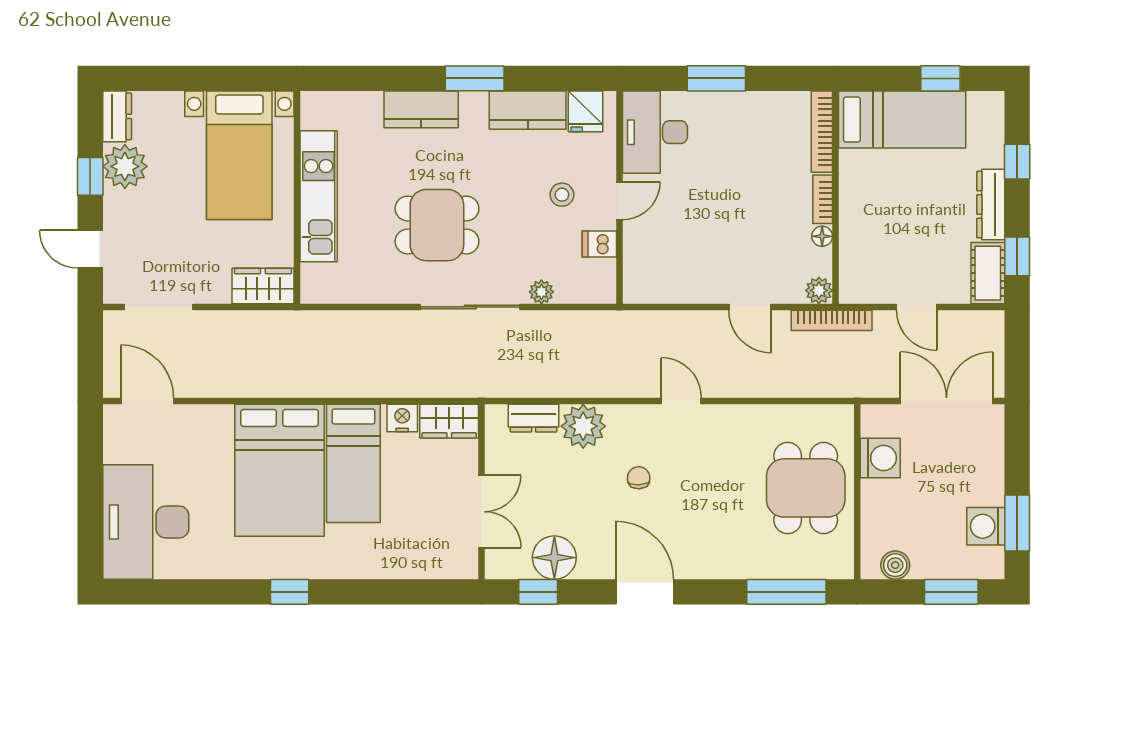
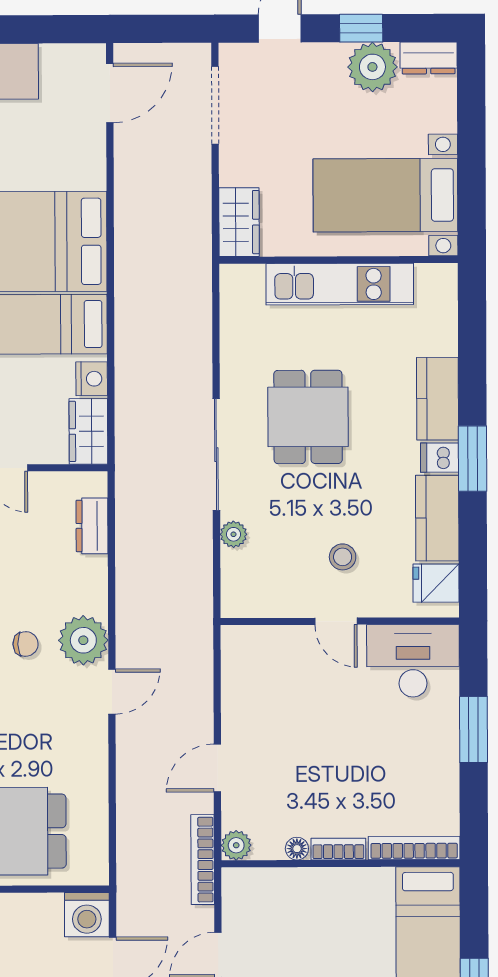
dishwasher: (599, 244) -> (440, 458), moved, turned -90
plant: (583, 426) -> (83, 640), moved
washing machine: (880, 458) -> (87, 915), moved

